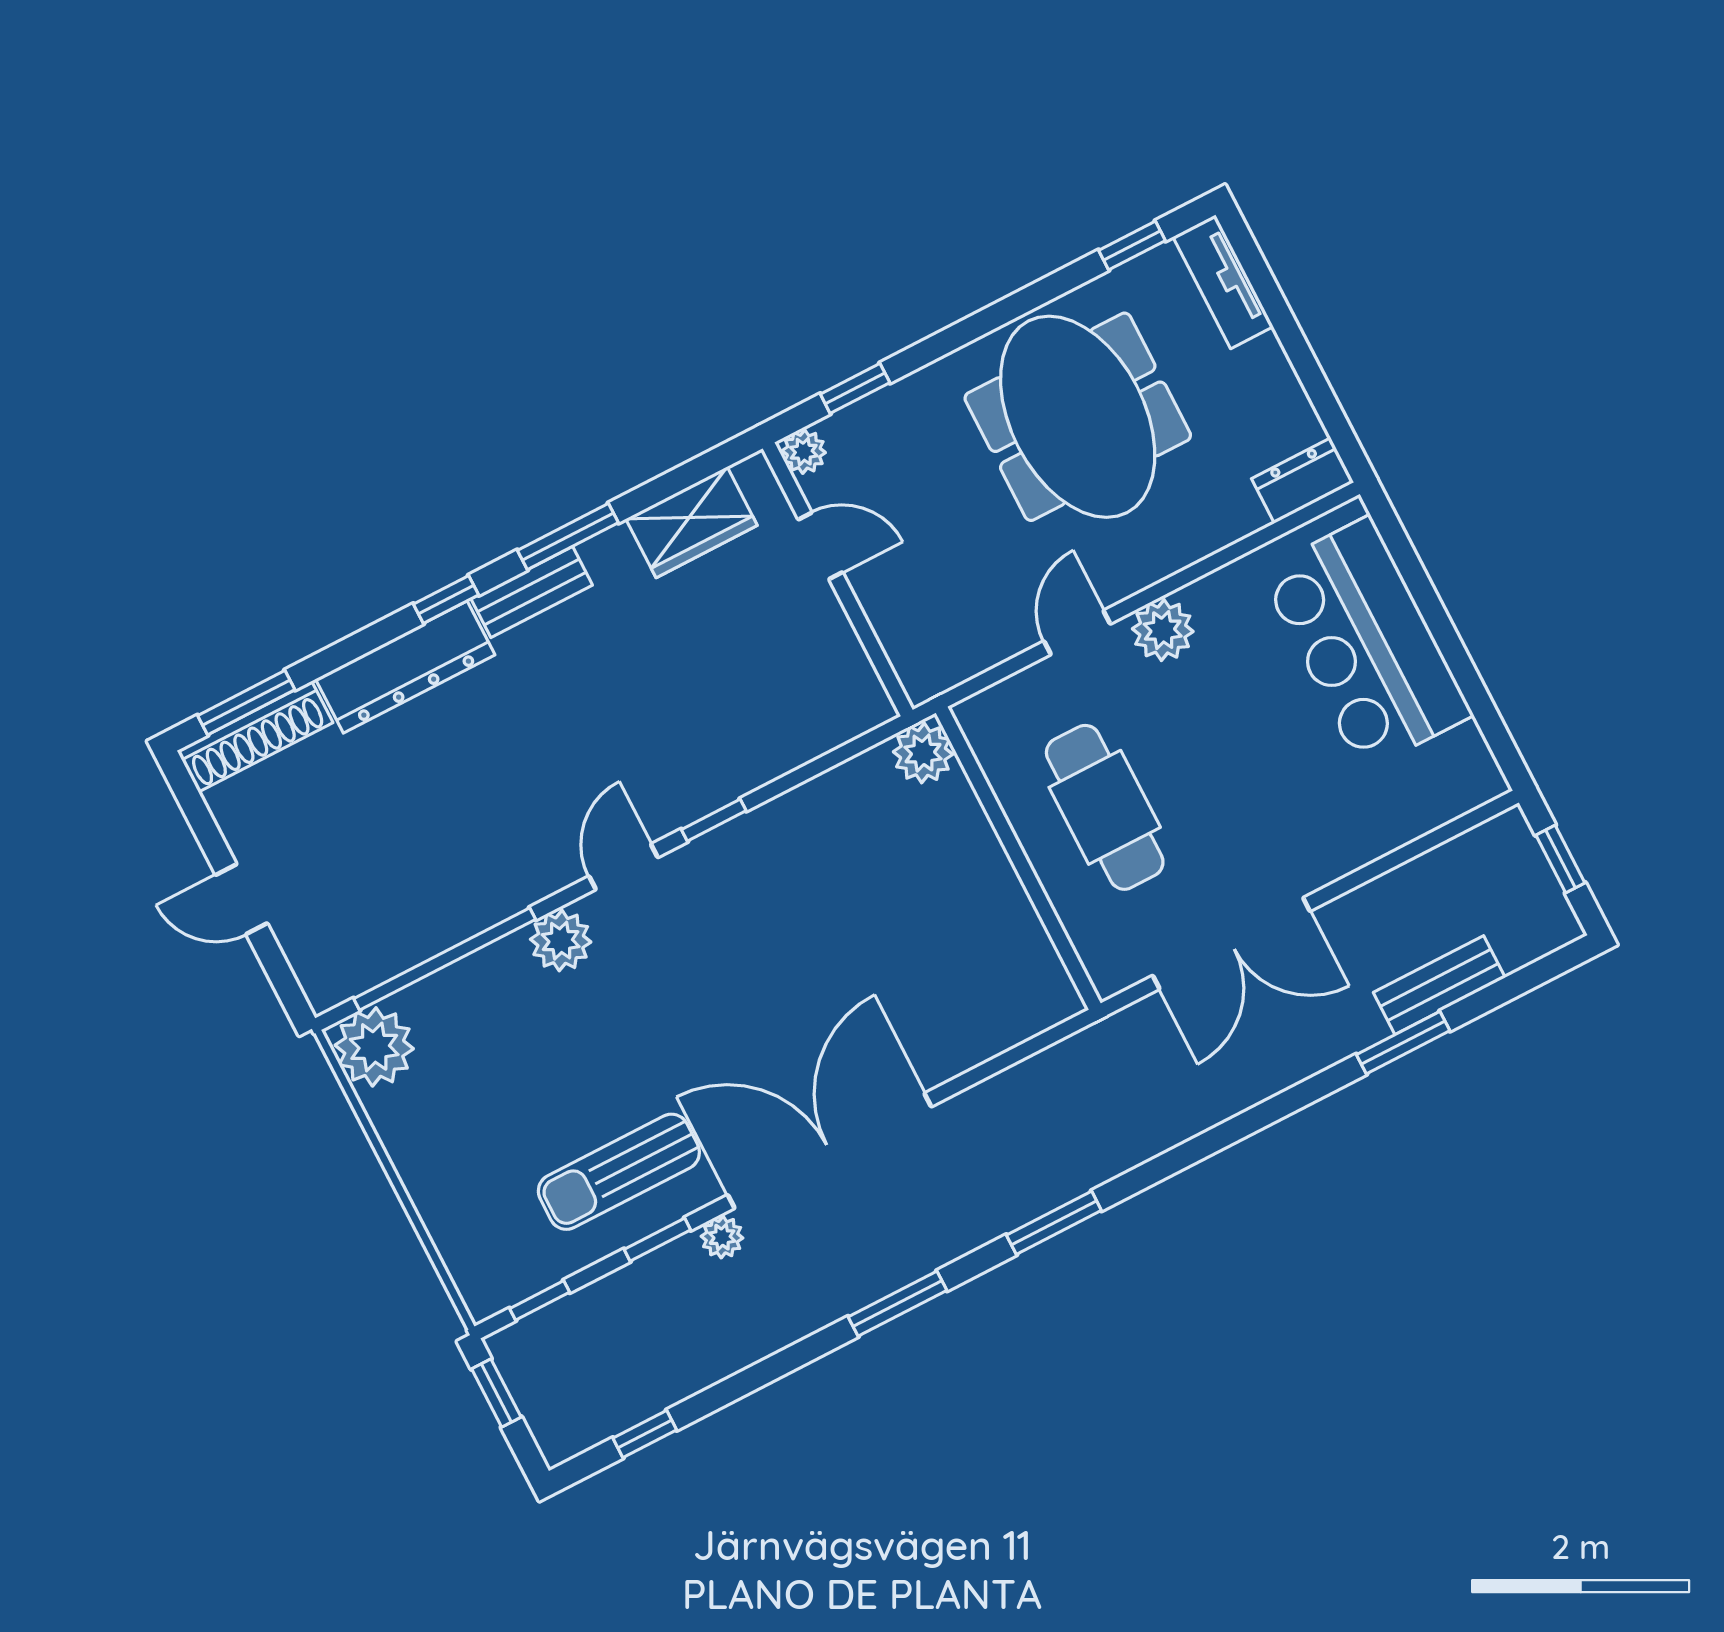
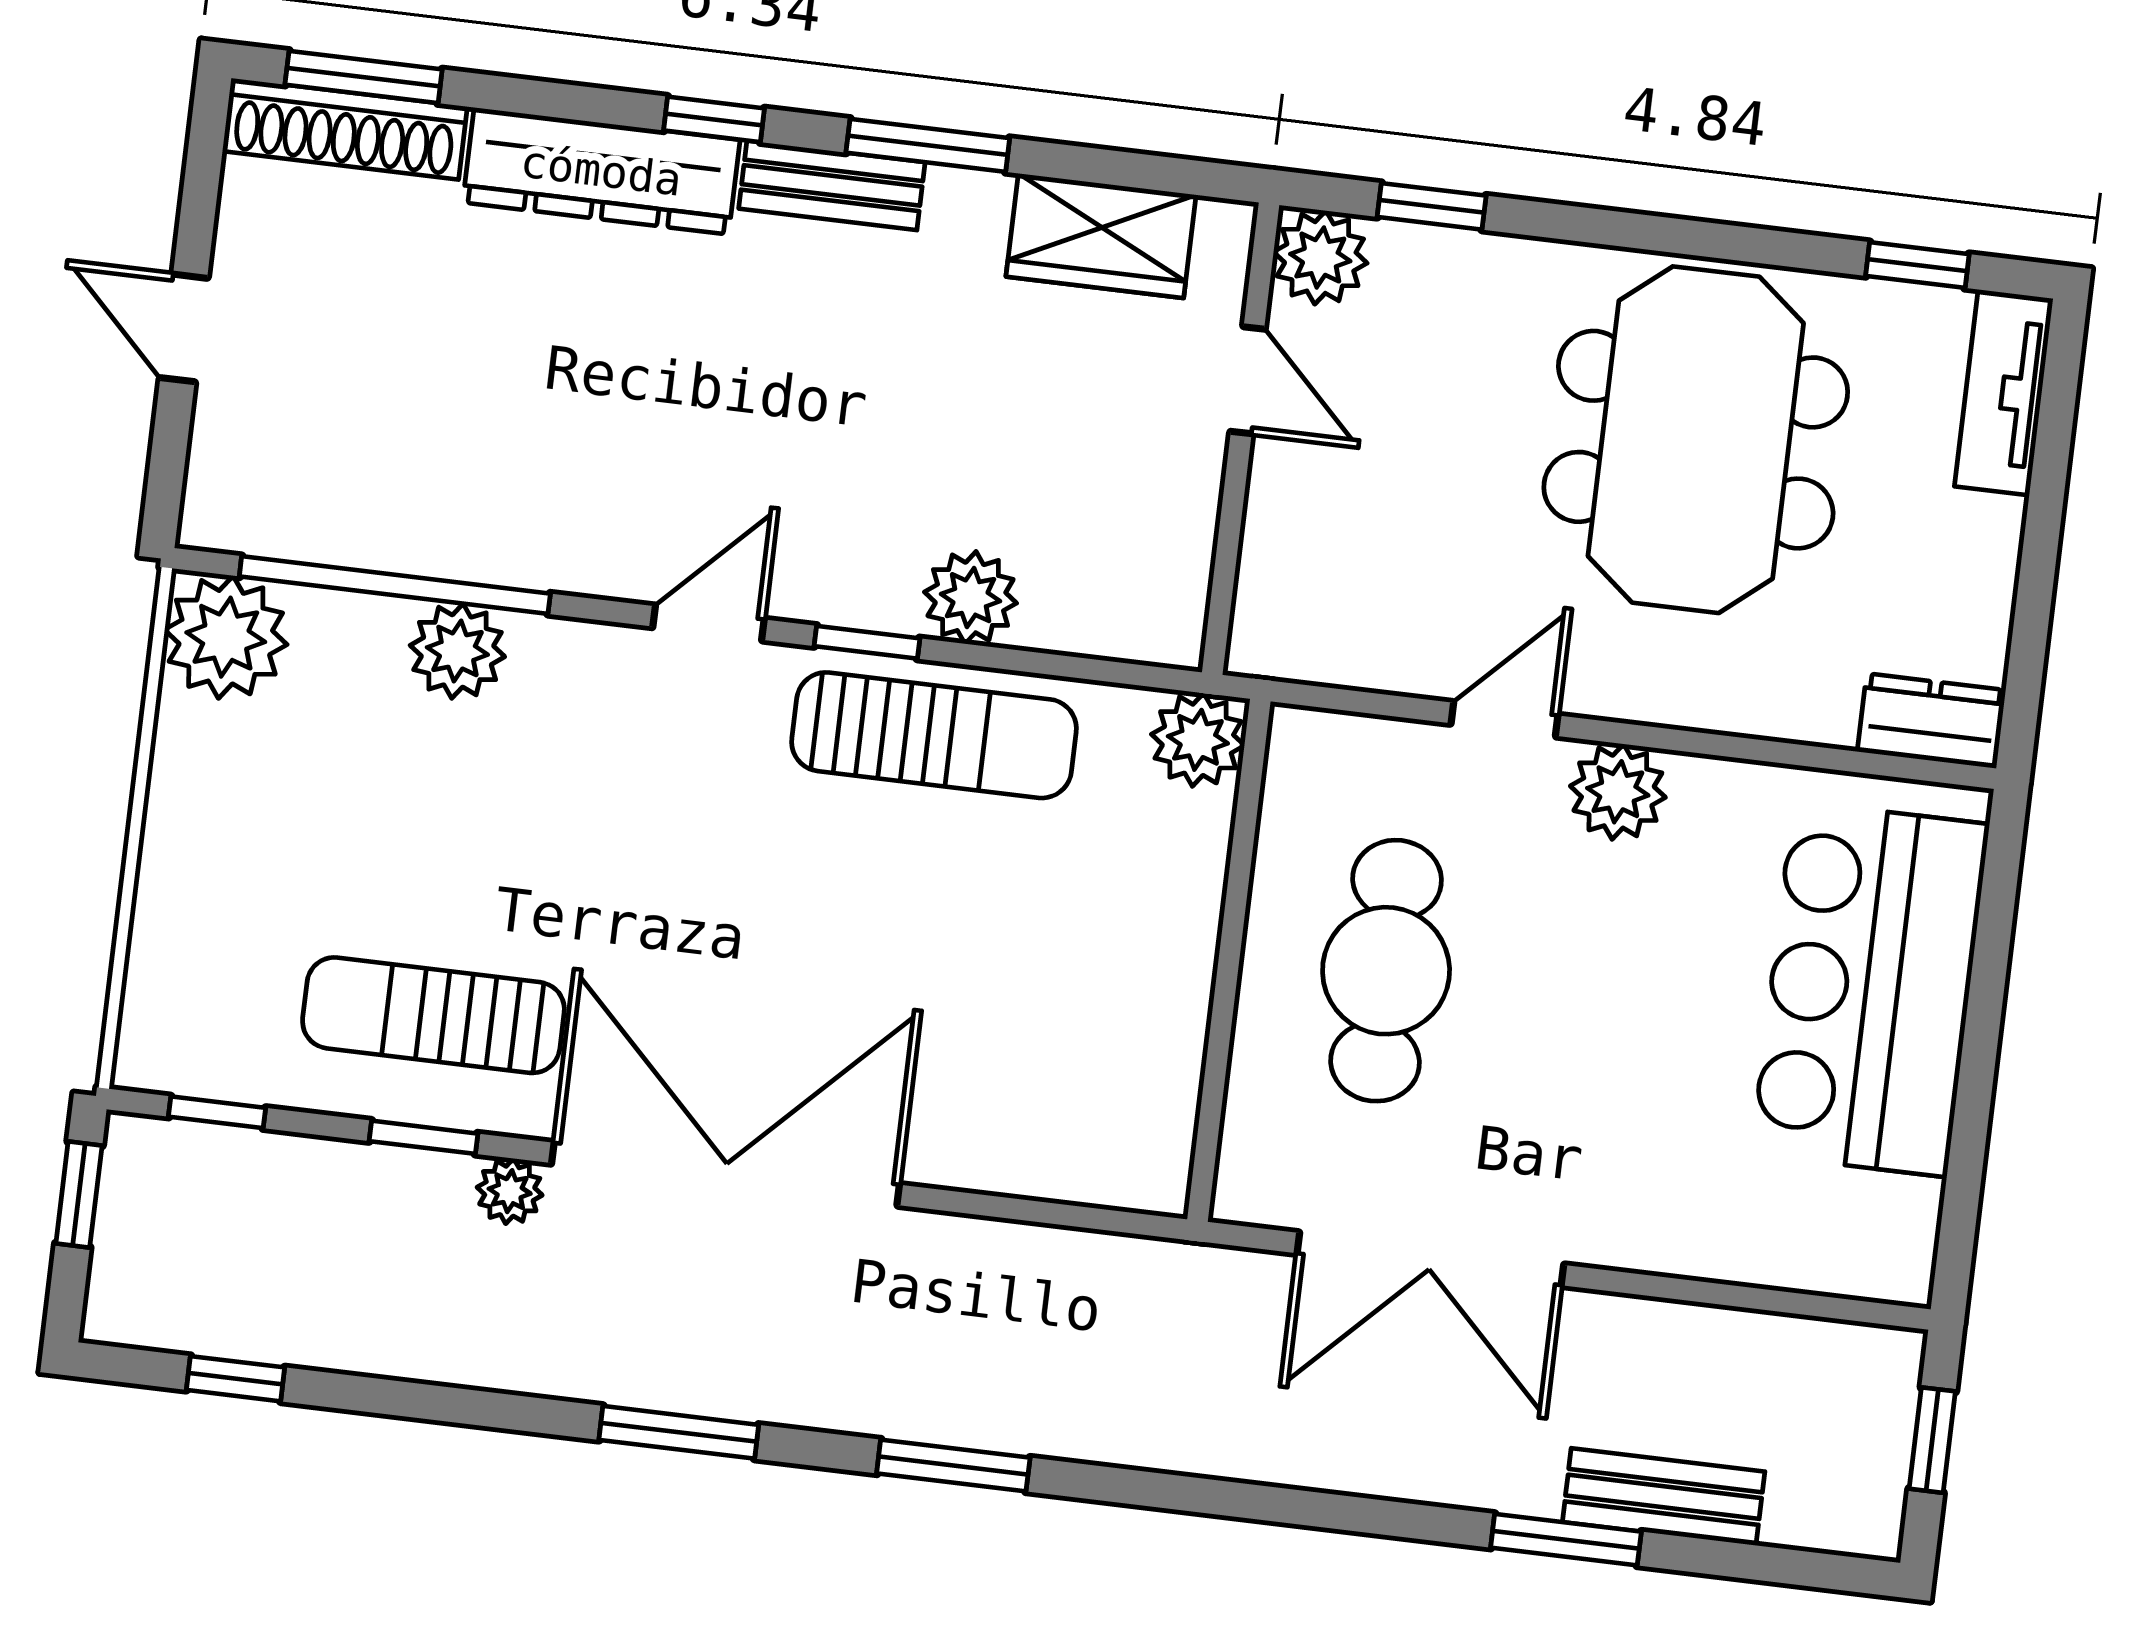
plant: (804, 452) -> (1320, 258), width x1.38, depth x1.38
plant: (752, 760) -> (971, 598), added
sun lounger: (782, 845) -> (934, 735), added
plant: (561, 941) -> (457, 651), moved

